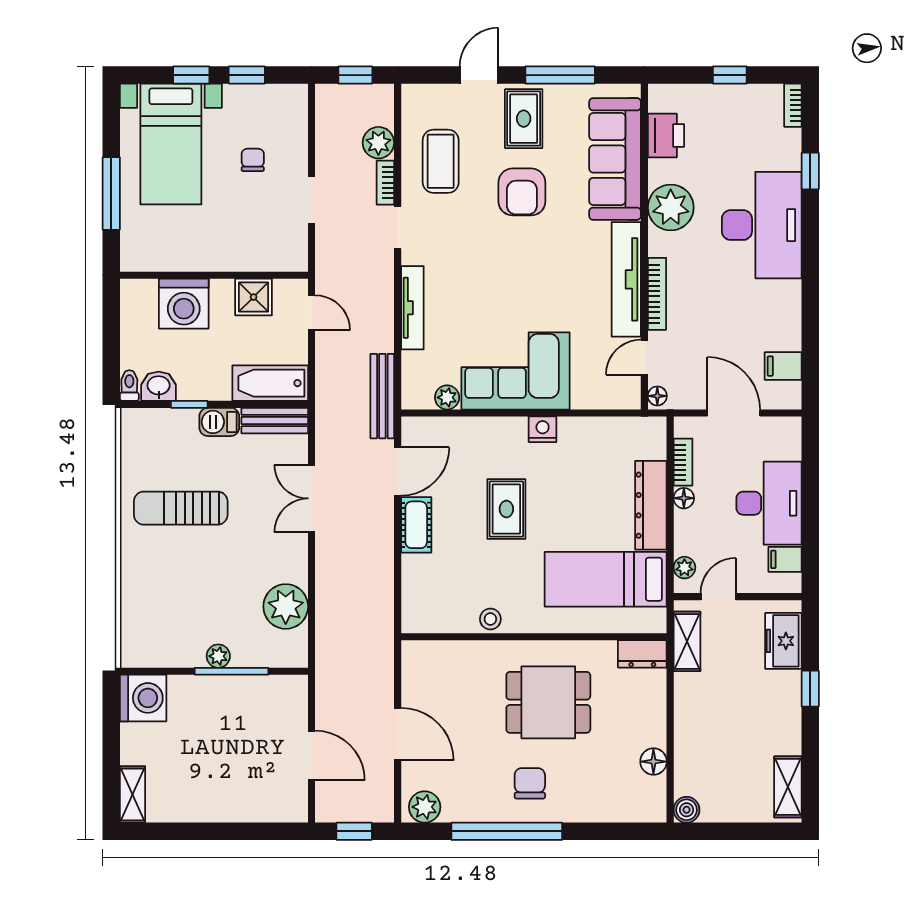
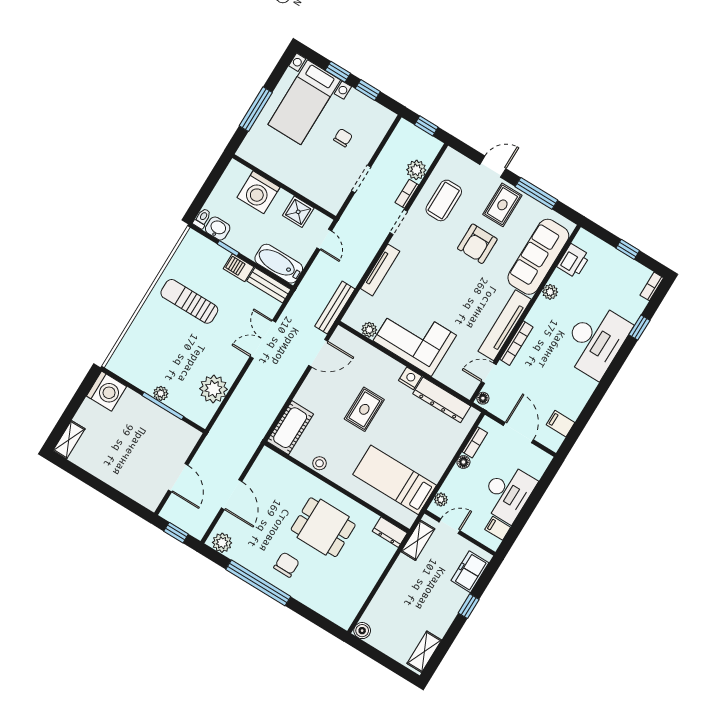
plant: (671, 207) -> (550, 292), width x0.53, depth x0.53
dresser: (651, 505) -> (442, 400), moved, turned -90
cot: (416, 525) -> (290, 428), moved, width x1.37, depth x1.34
floor lamp: (653, 762) -> (360, 594), removed

